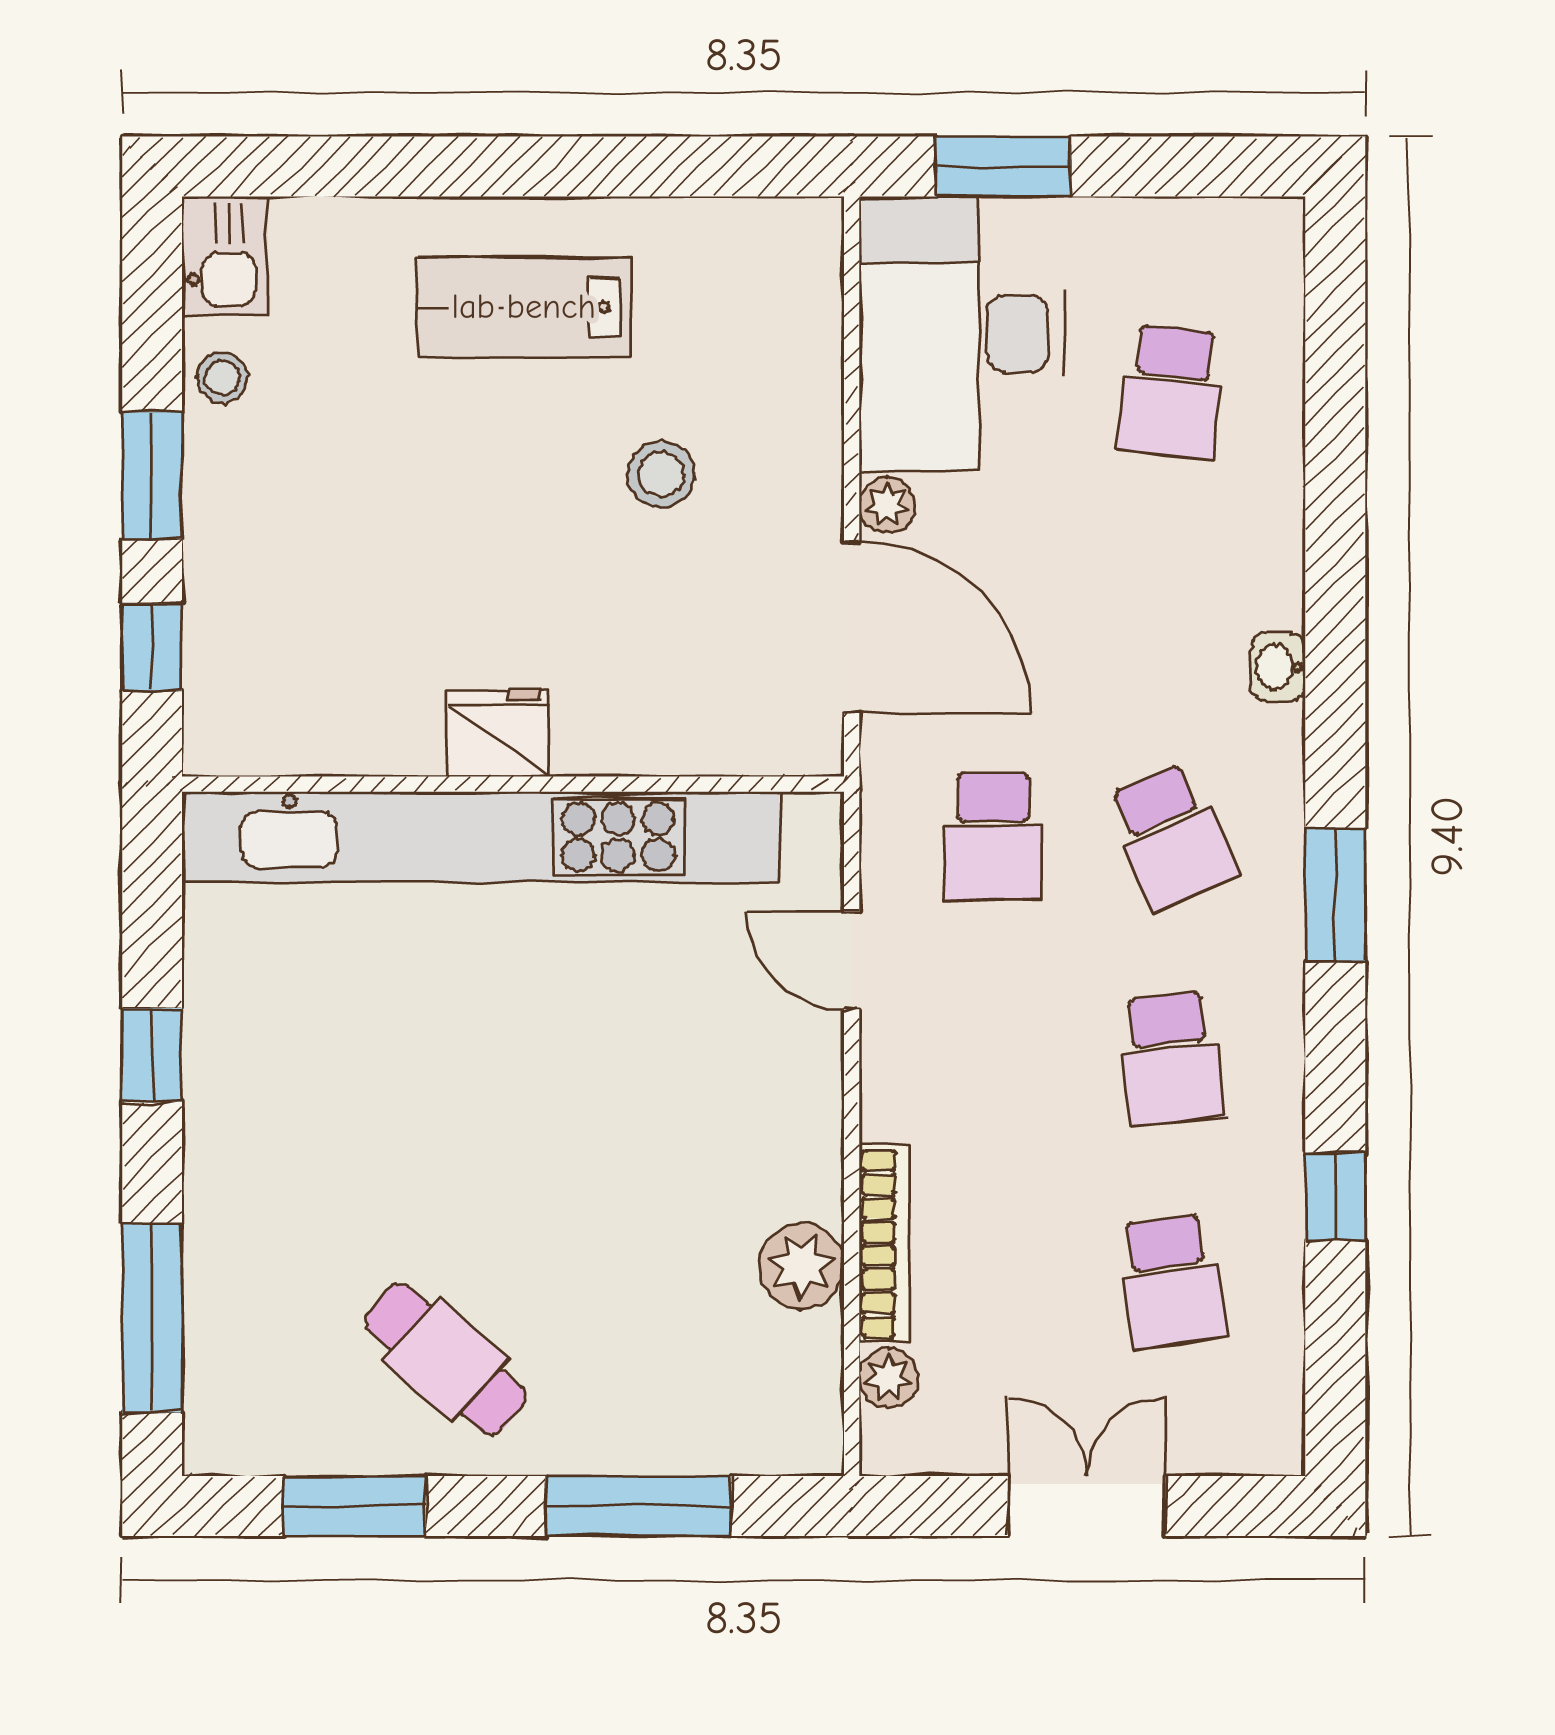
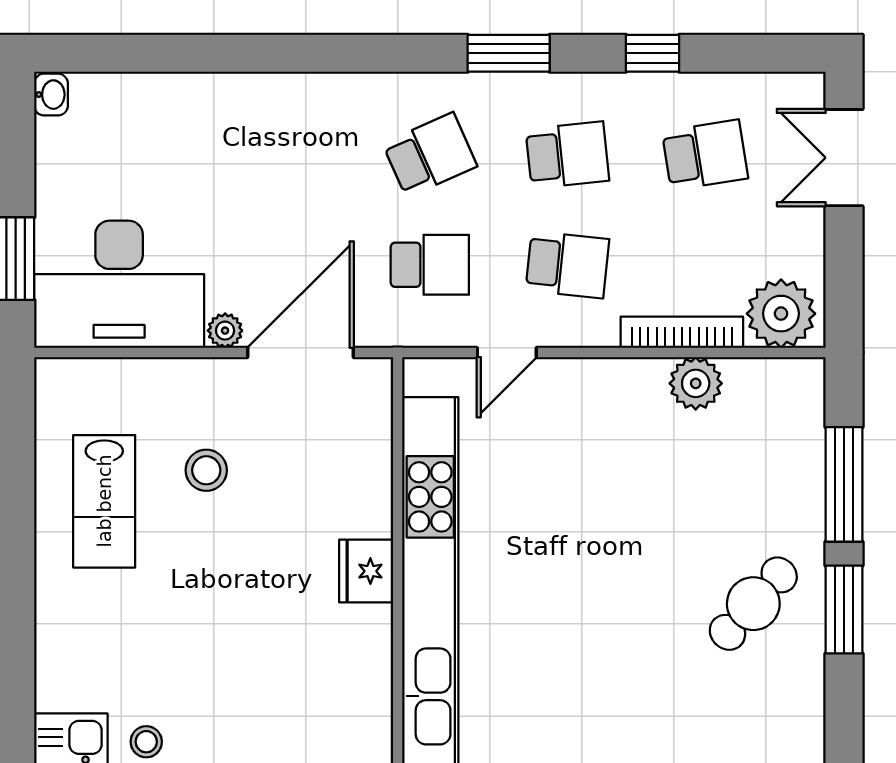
lab bench: (524, 307) -> (104, 501), moved
school desk: (1171, 391) -> (567, 265), moved
washbasin: (1278, 667) -> (51, 95), moved, turned -90
window: (1335, 895) -> (509, 53), moved
plant: (889, 1378) -> (781, 314), width x1.87, depth x1.87
window: (355, 1506) -> (844, 609), moved
double door: (1087, 1506) -> (844, 158), moved

